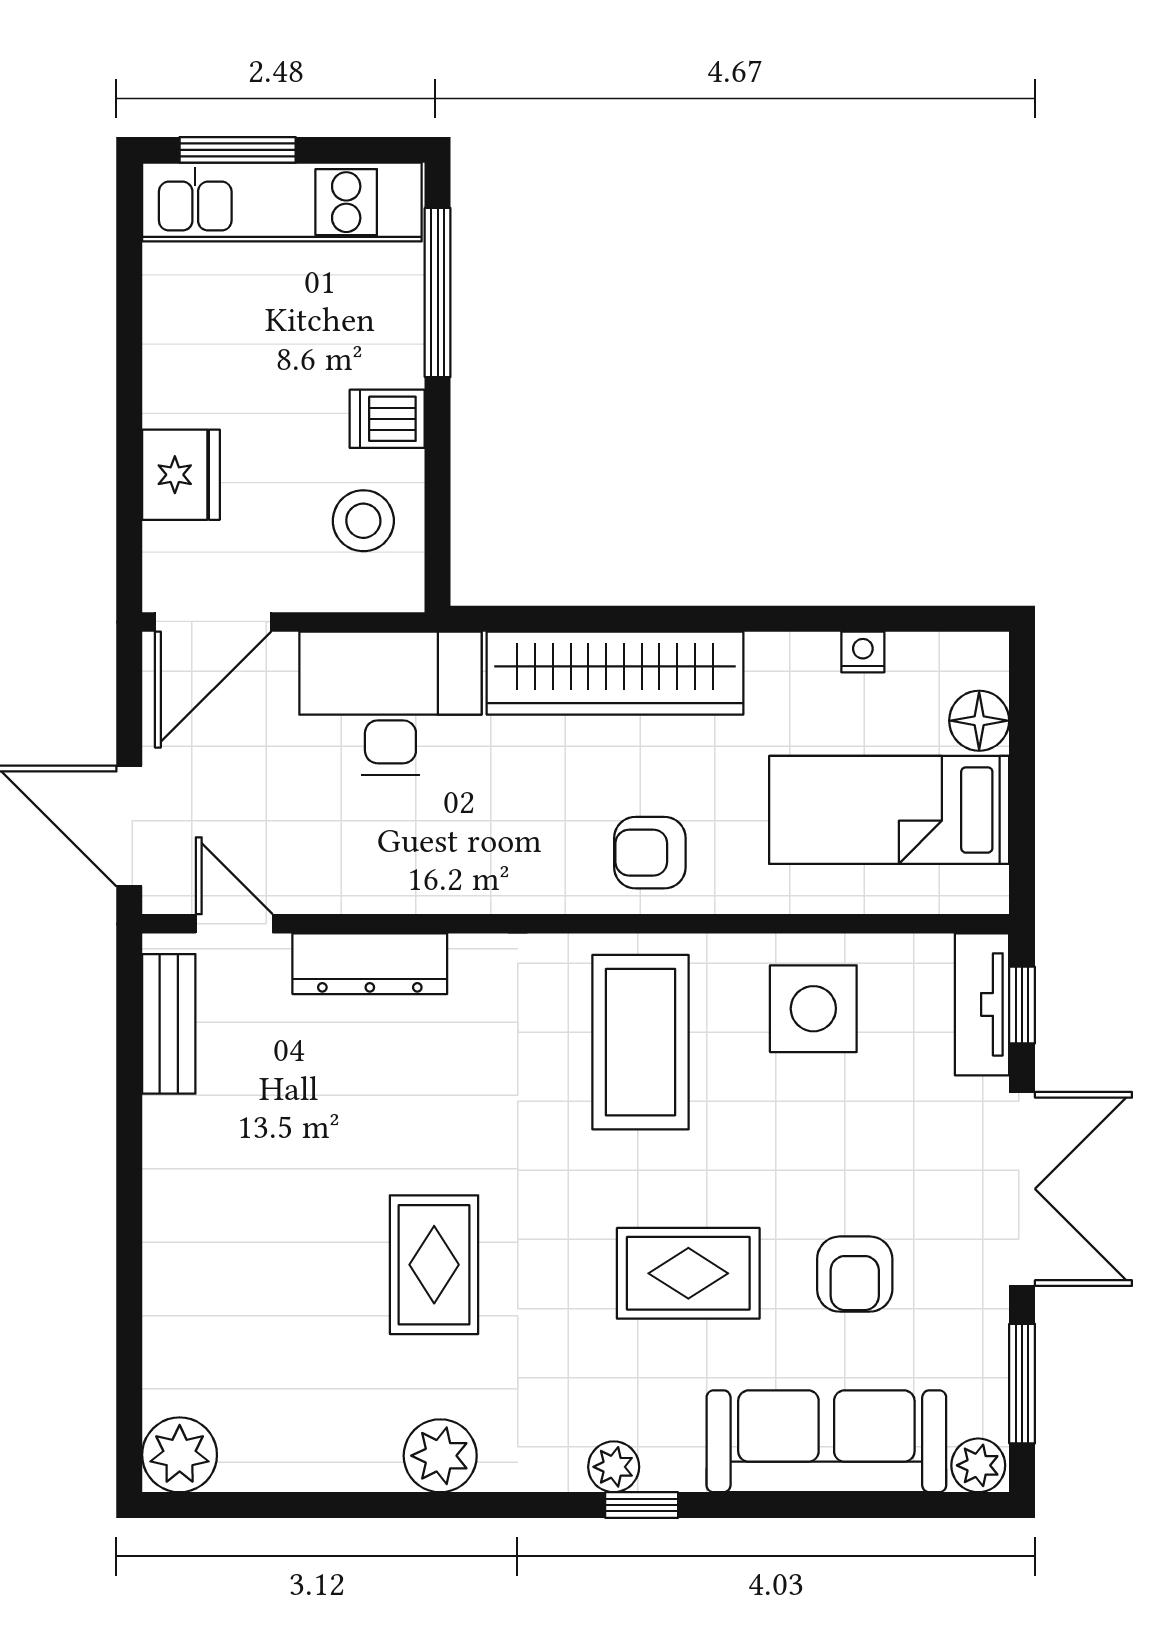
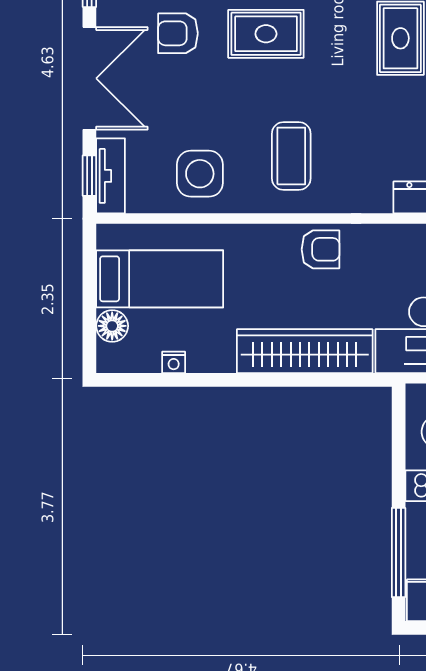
armchair: (650, 853) -> (321, 249), moved
coffee table: (641, 1042) -> (291, 156), width x0.73, depth x0.76
double door: (1022, 1189) -> (89, 78), swing flipped
armchair: (855, 1274) -> (178, 33), turned -90

